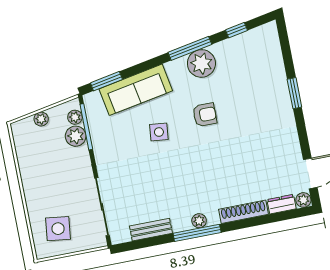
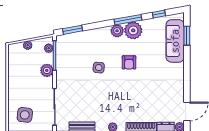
plant: (176, 69) -> (117, 31), added
sofa: (136, 90) -> (175, 41), moved, turned 100
window: (294, 93) -> (187, 36), moved
armchair: (205, 115) -> (129, 62), turned 90
plant: (76, 136) -> (47, 70), moved

